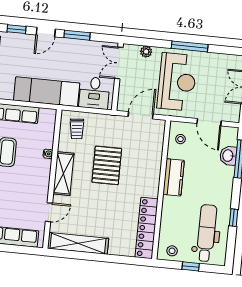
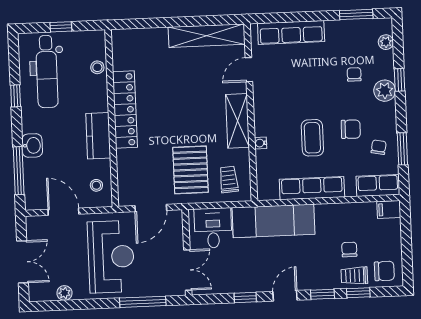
window: (77, 35) -> (245, 297), width x0.67
window: (190, 46) -> (143, 302), moved
plant: (146, 52) -> (65, 293), moved
reception desk: (177, 82) -> (111, 257), turned 180
washbasin: (228, 156) -> (32, 145), moved
pallet: (107, 165) -> (190, 170), moved
locker: (147, 228) -> (125, 109), moved
stool: (172, 251) -> (97, 67), moved

